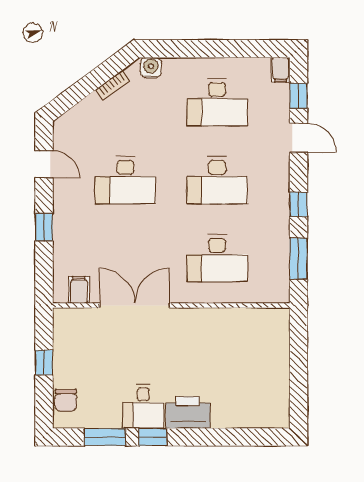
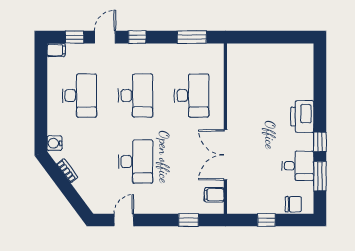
window: (298, 204) -> (137, 37), moved
window: (44, 227) -> (188, 220), moved
desk: (143, 406) -> (298, 166), moved

